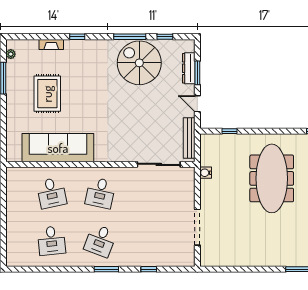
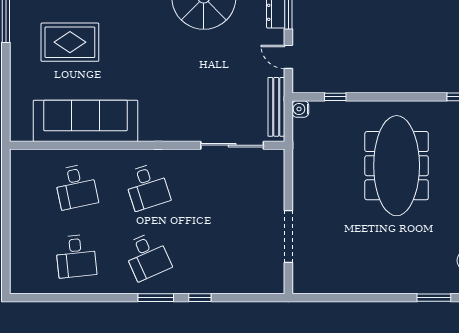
rug: (47, 94) -> (70, 42), turned 90
water cooler: (206, 173) -> (300, 109), moved
desk: (100, 193) -> (147, 187), turned -30
desk: (100, 241) -> (147, 256), turned -45
window: (149, 269) -> (200, 298), moved

